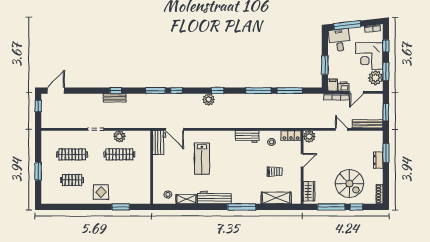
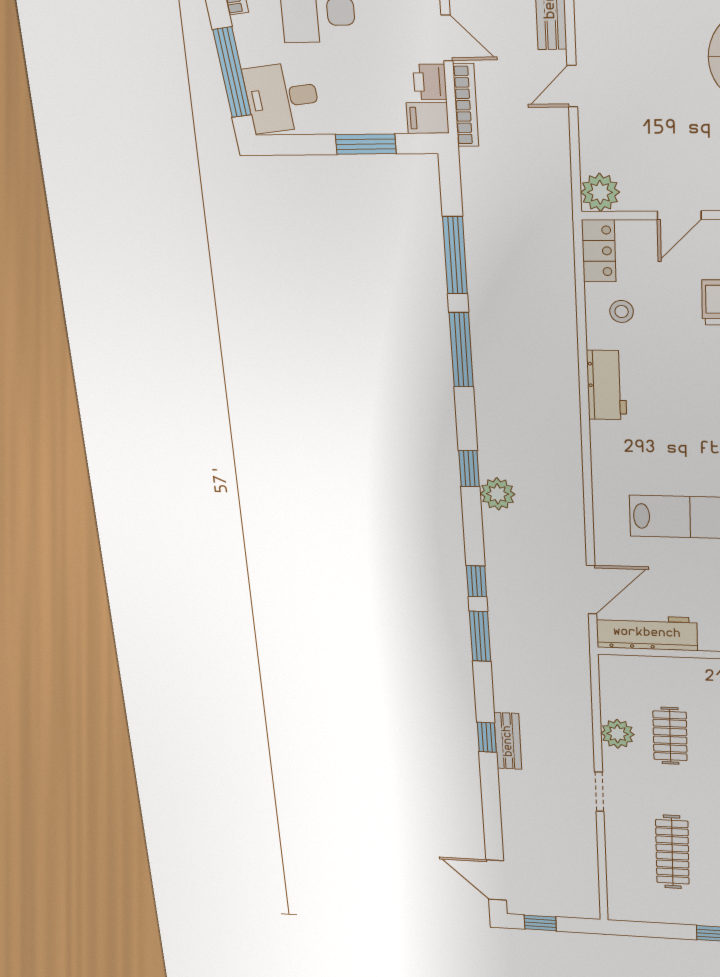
workbench: (159, 143) -> (647, 633), width x1.37
clothes rail: (119, 154) -> (670, 736), width x0.73
door: (302, 160) -> (679, 215), swing flipped

